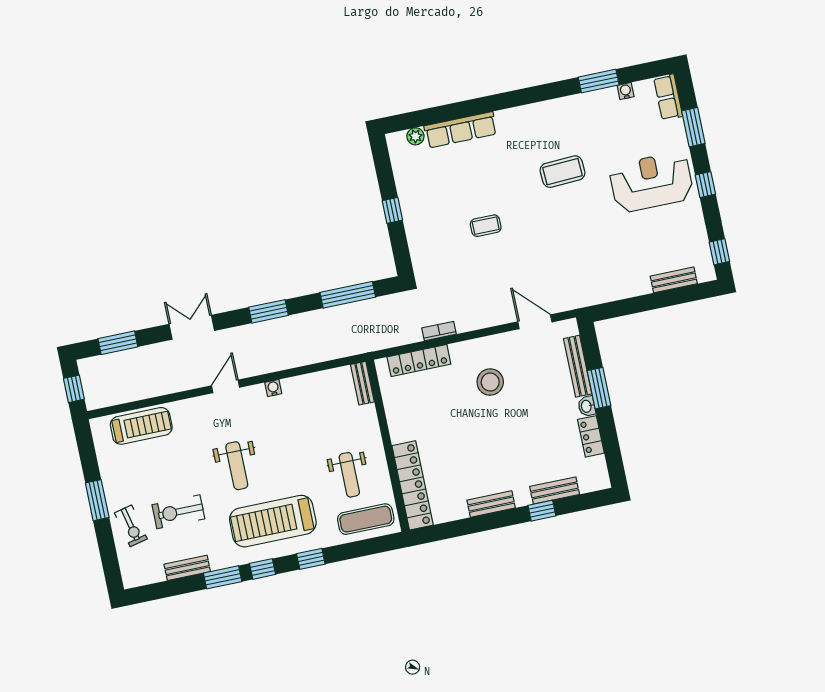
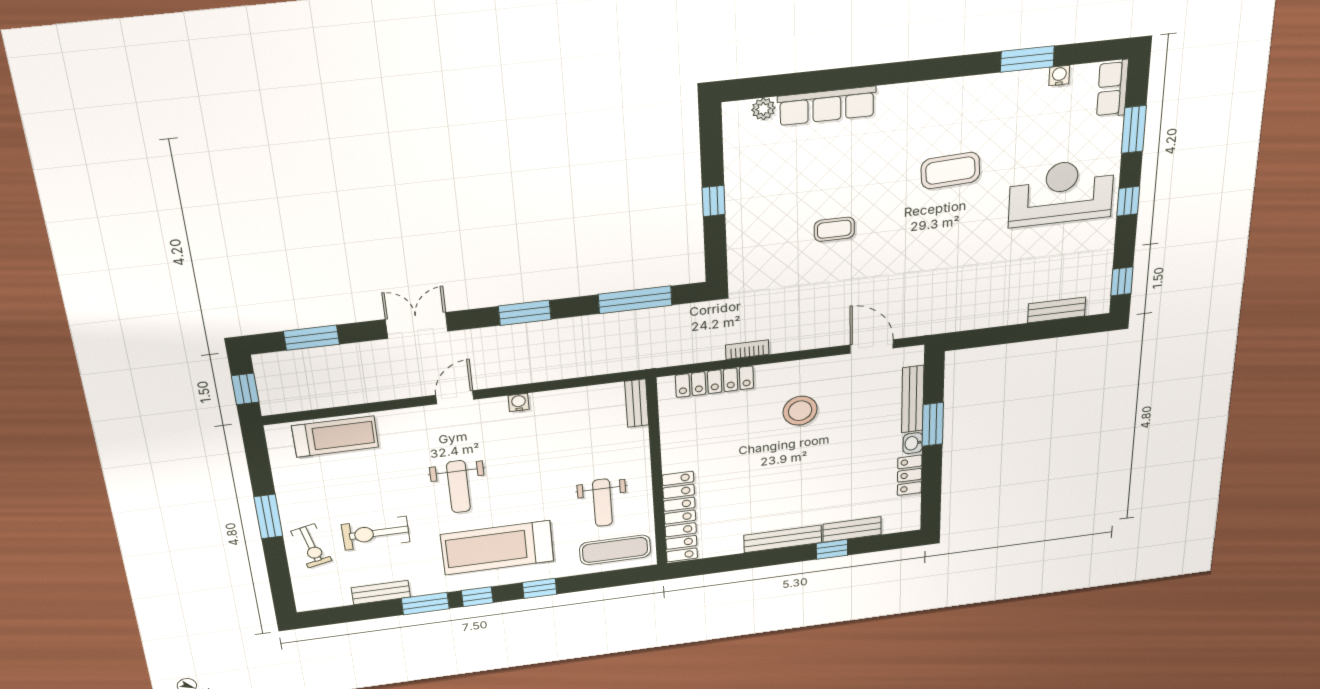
bench: (491, 504) -> (783, 539), width x1.36

